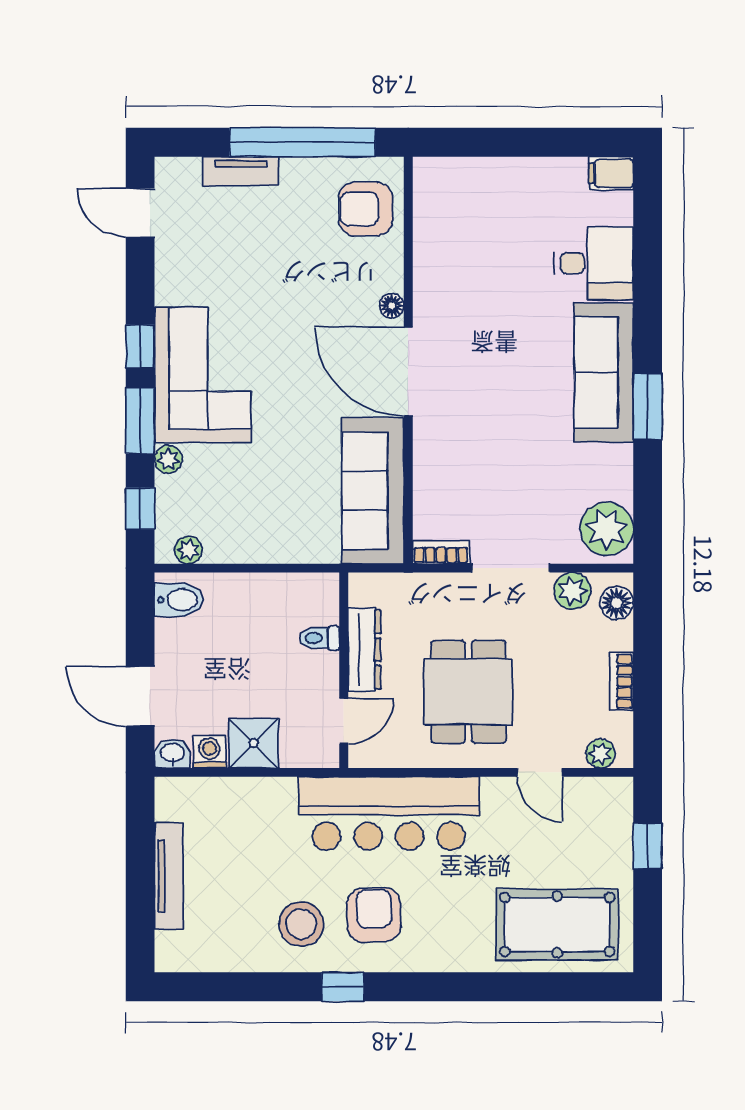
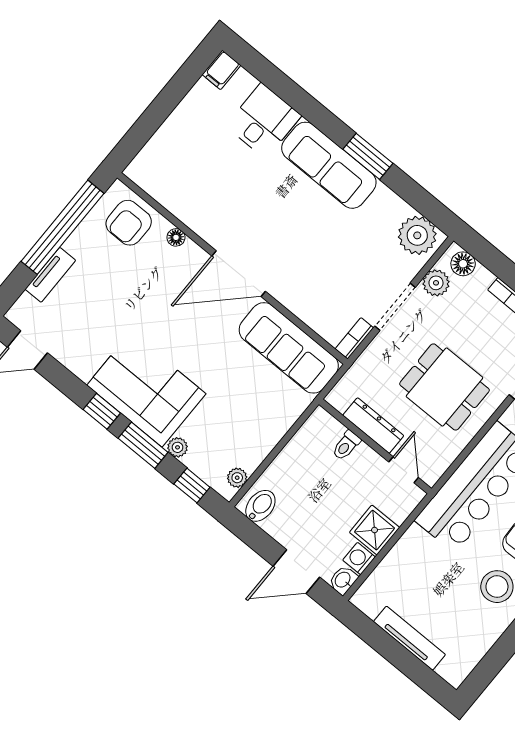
floor lamp: (392, 306) -> (176, 237), moved

